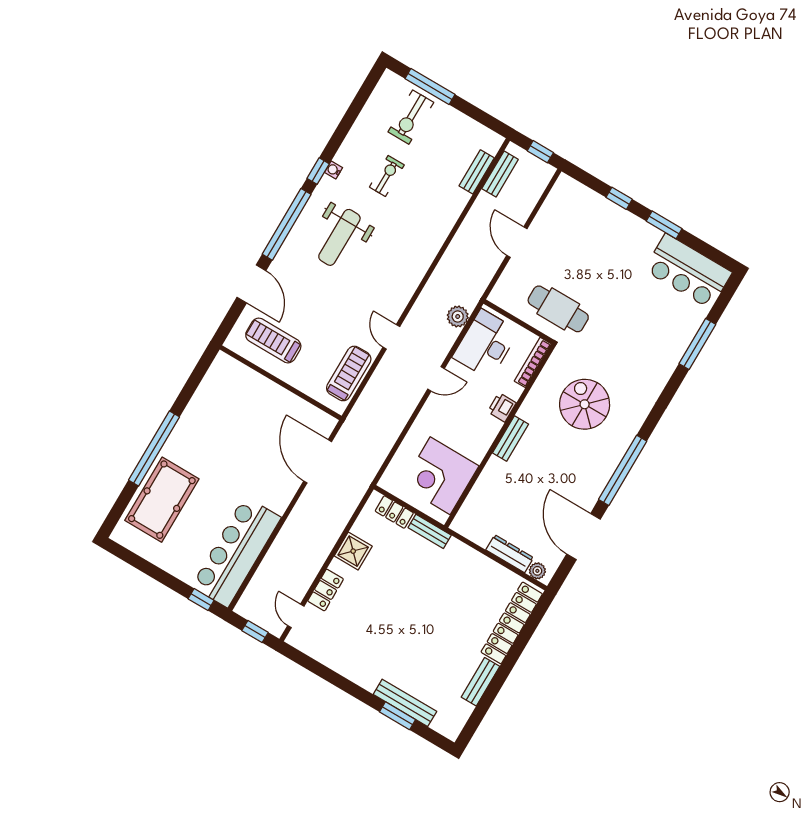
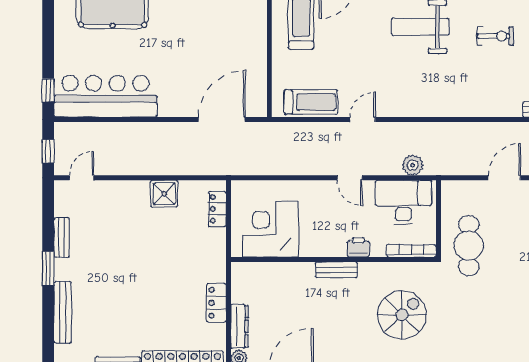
bench: (430, 531) -> (62, 237), moved
locker: (326, 590) -> (216, 303), moved, turned 90
window: (397, 716) -> (48, 269), moved

